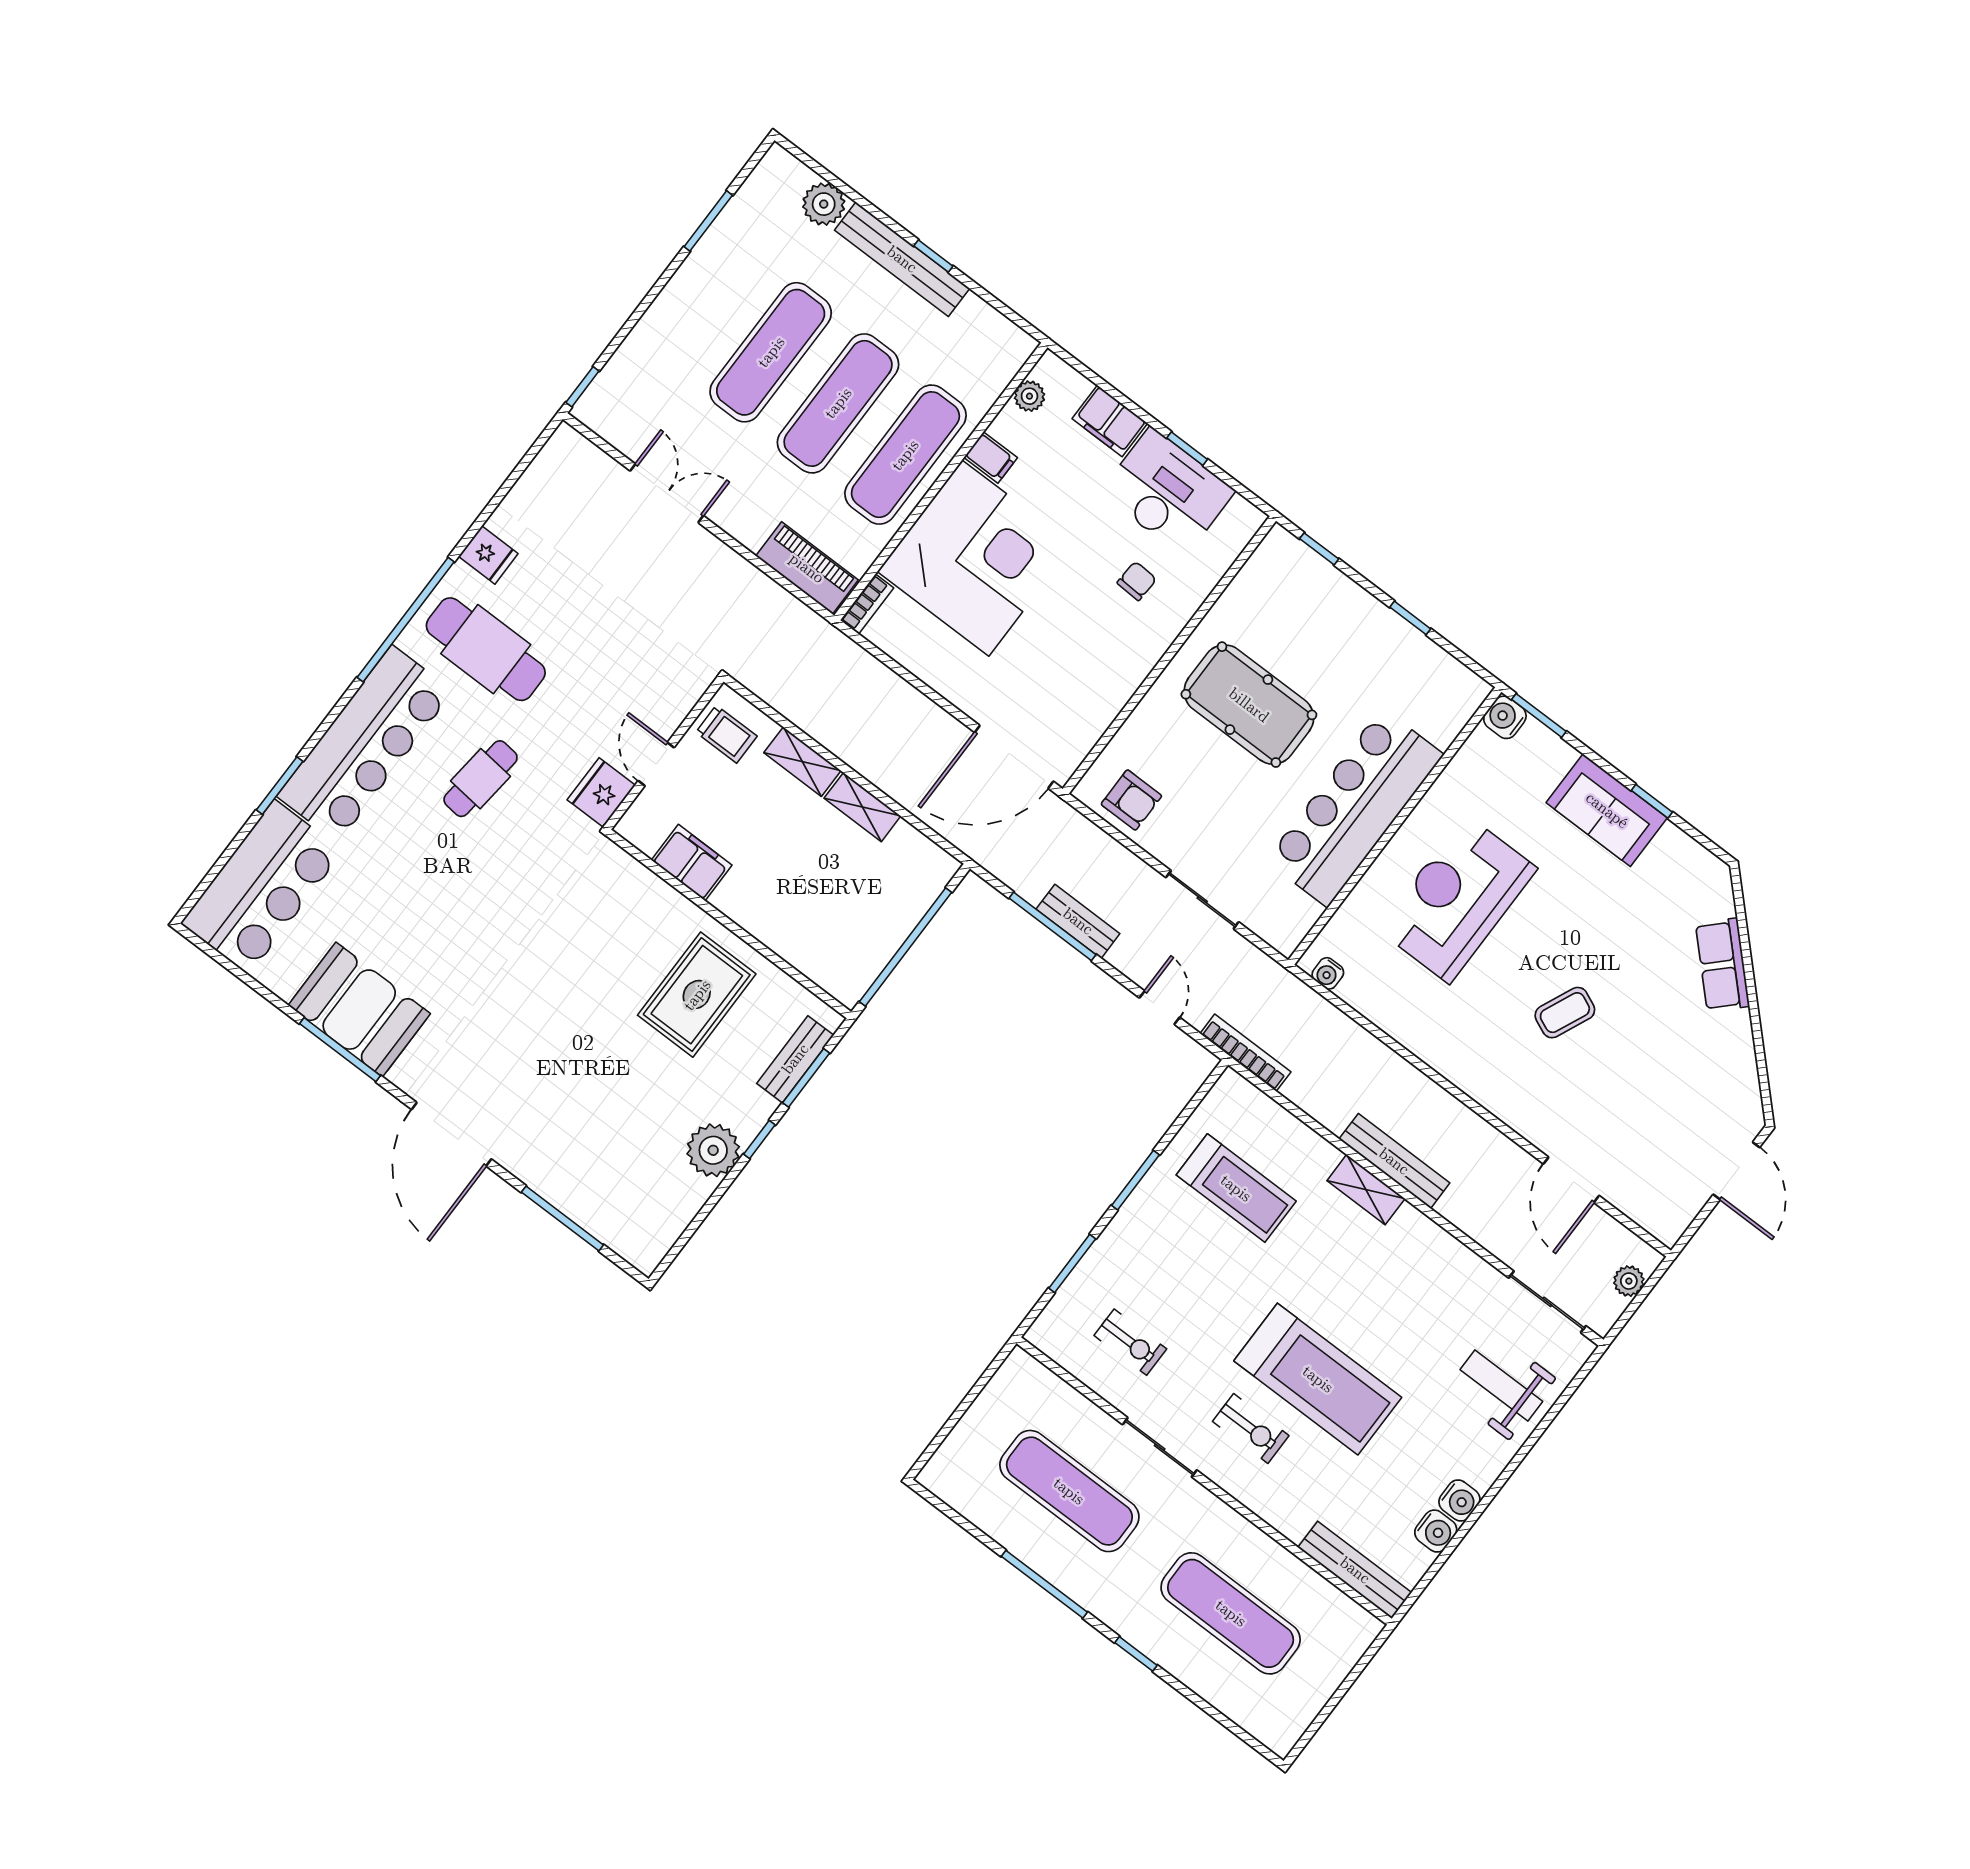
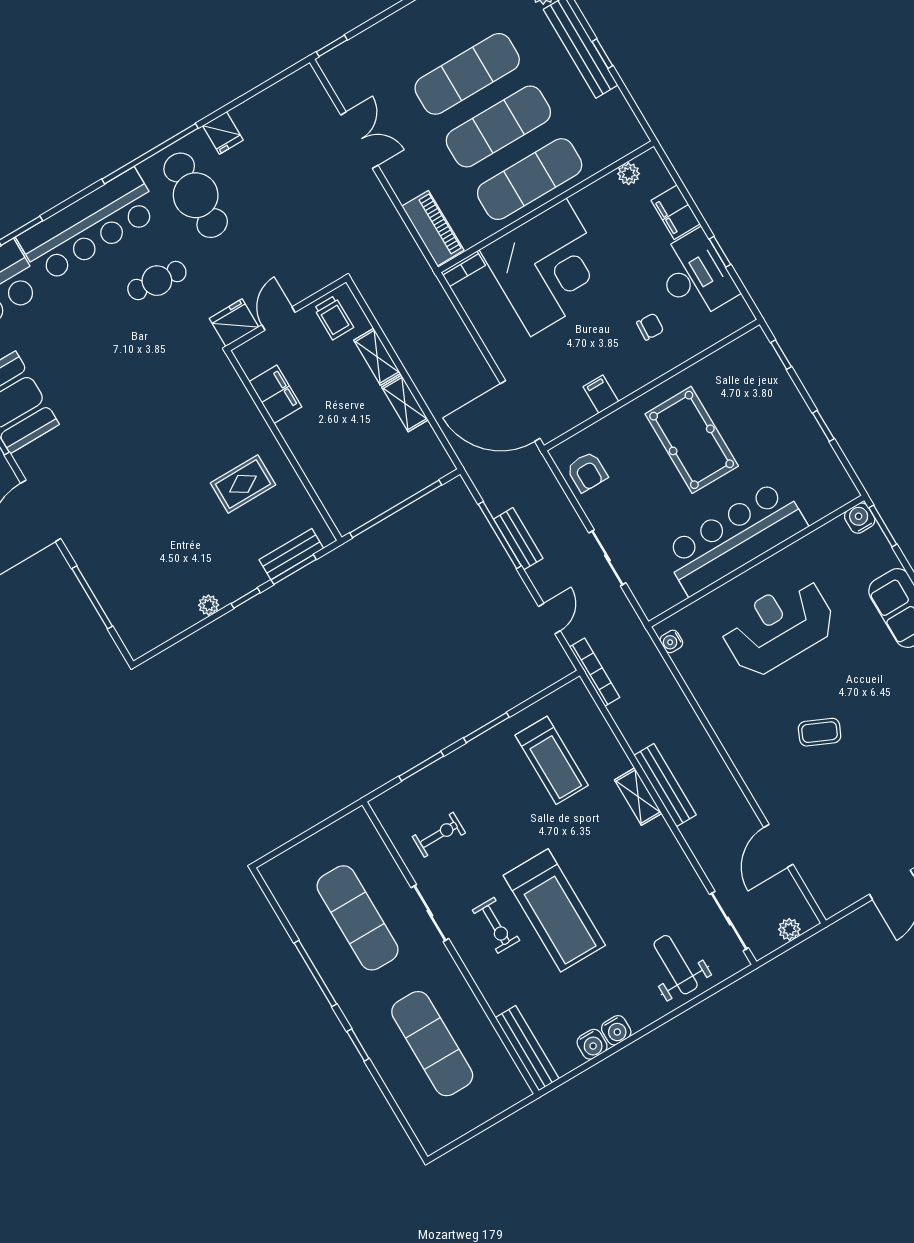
filing cabinet: (991, 458) -> (601, 394), moved, turned 180
rug: (697, 995) -> (243, 484), width x0.73, depth x0.70
plant: (713, 1150) -> (209, 605), width x0.53, depth x0.53
exercise bike: (1130, 1342) -> (439, 835), turned -90

